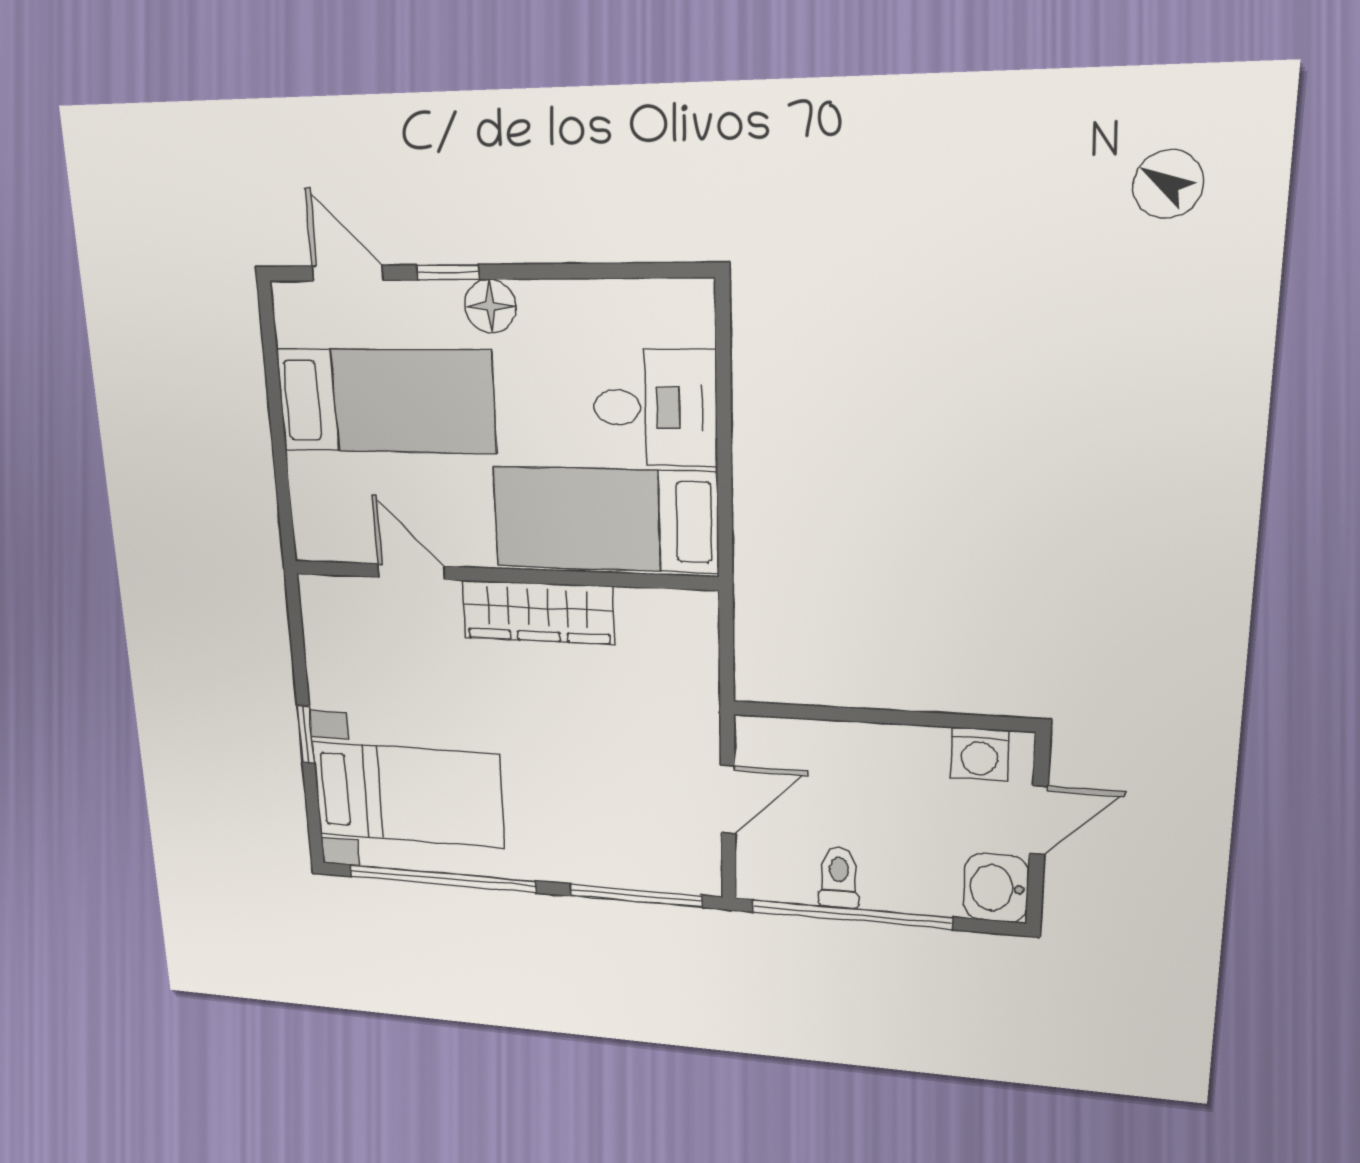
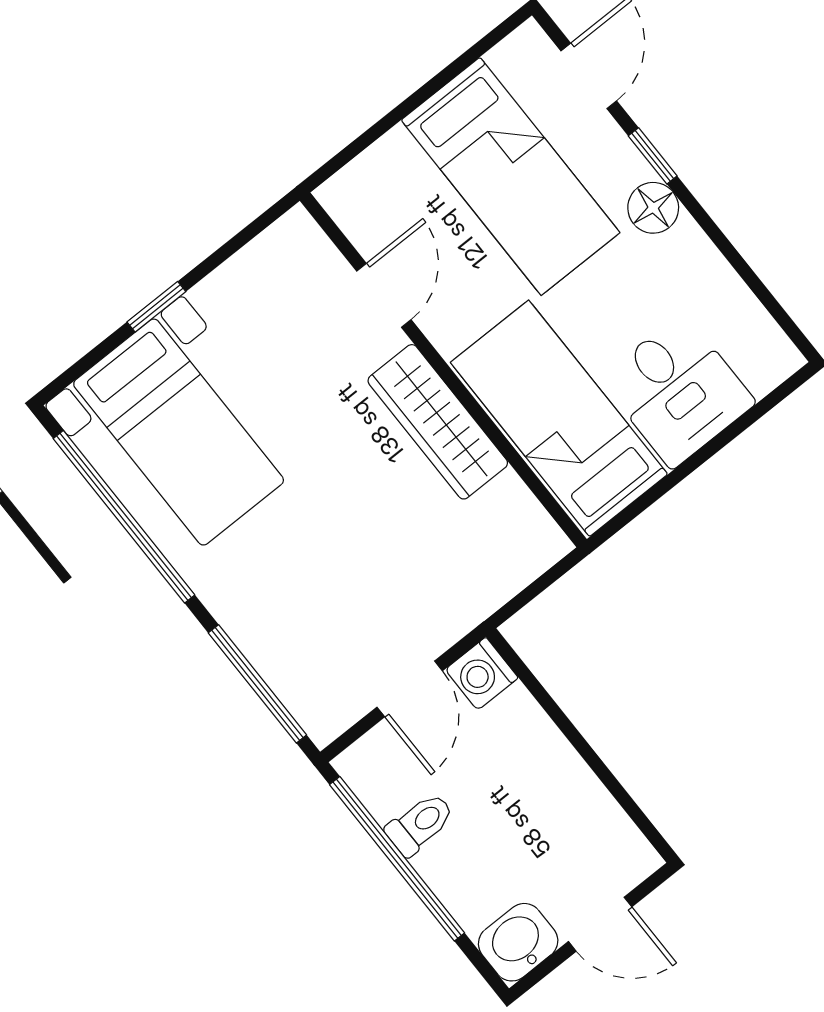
washing machine: (980, 754) -> (482, 674), moved
door: (728, 800) -> (410, 689), hinge flipped

